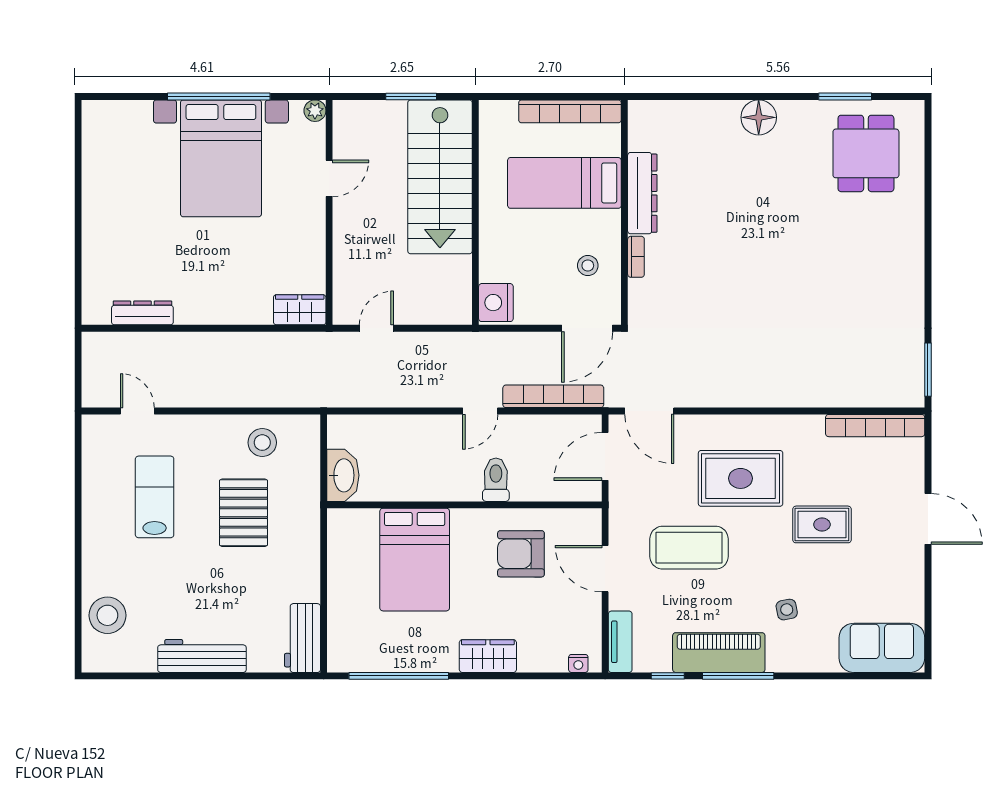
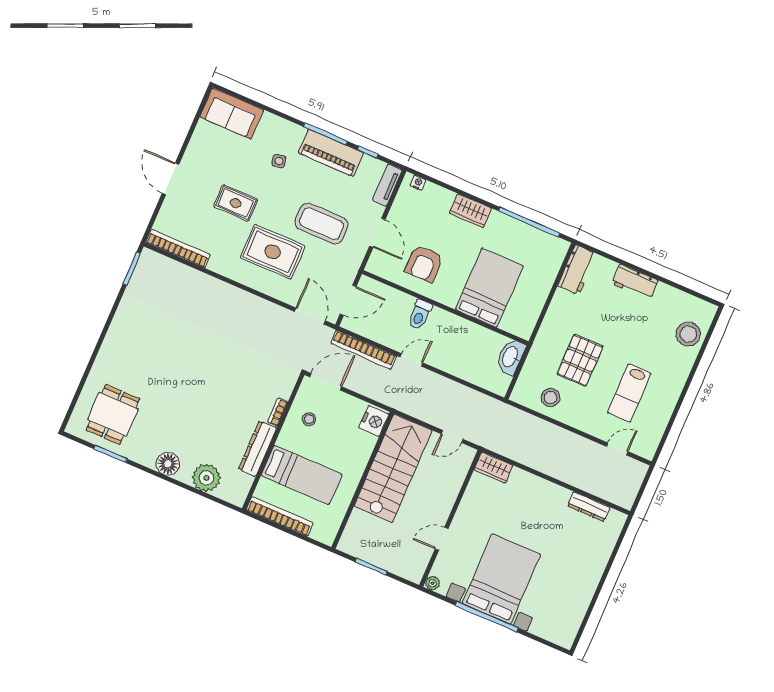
plant: (696, 121) -> (206, 478), added
stairs: (440, 177) -> (393, 468), moved
door: (137, 411) -> (617, 449), swing flipped
armchair: (521, 554) -> (424, 264), turned 90
workbench: (202, 656) -> (635, 282), width x0.73

